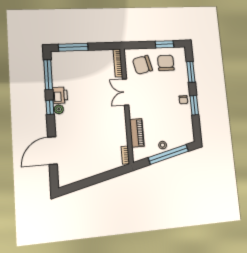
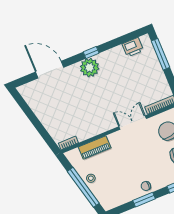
window: (48, 75) -> (123, 39), removed
printer: (60, 95) -> (133, 47), moved
plant: (59, 109) -> (90, 68), width x1.87, depth x1.87

